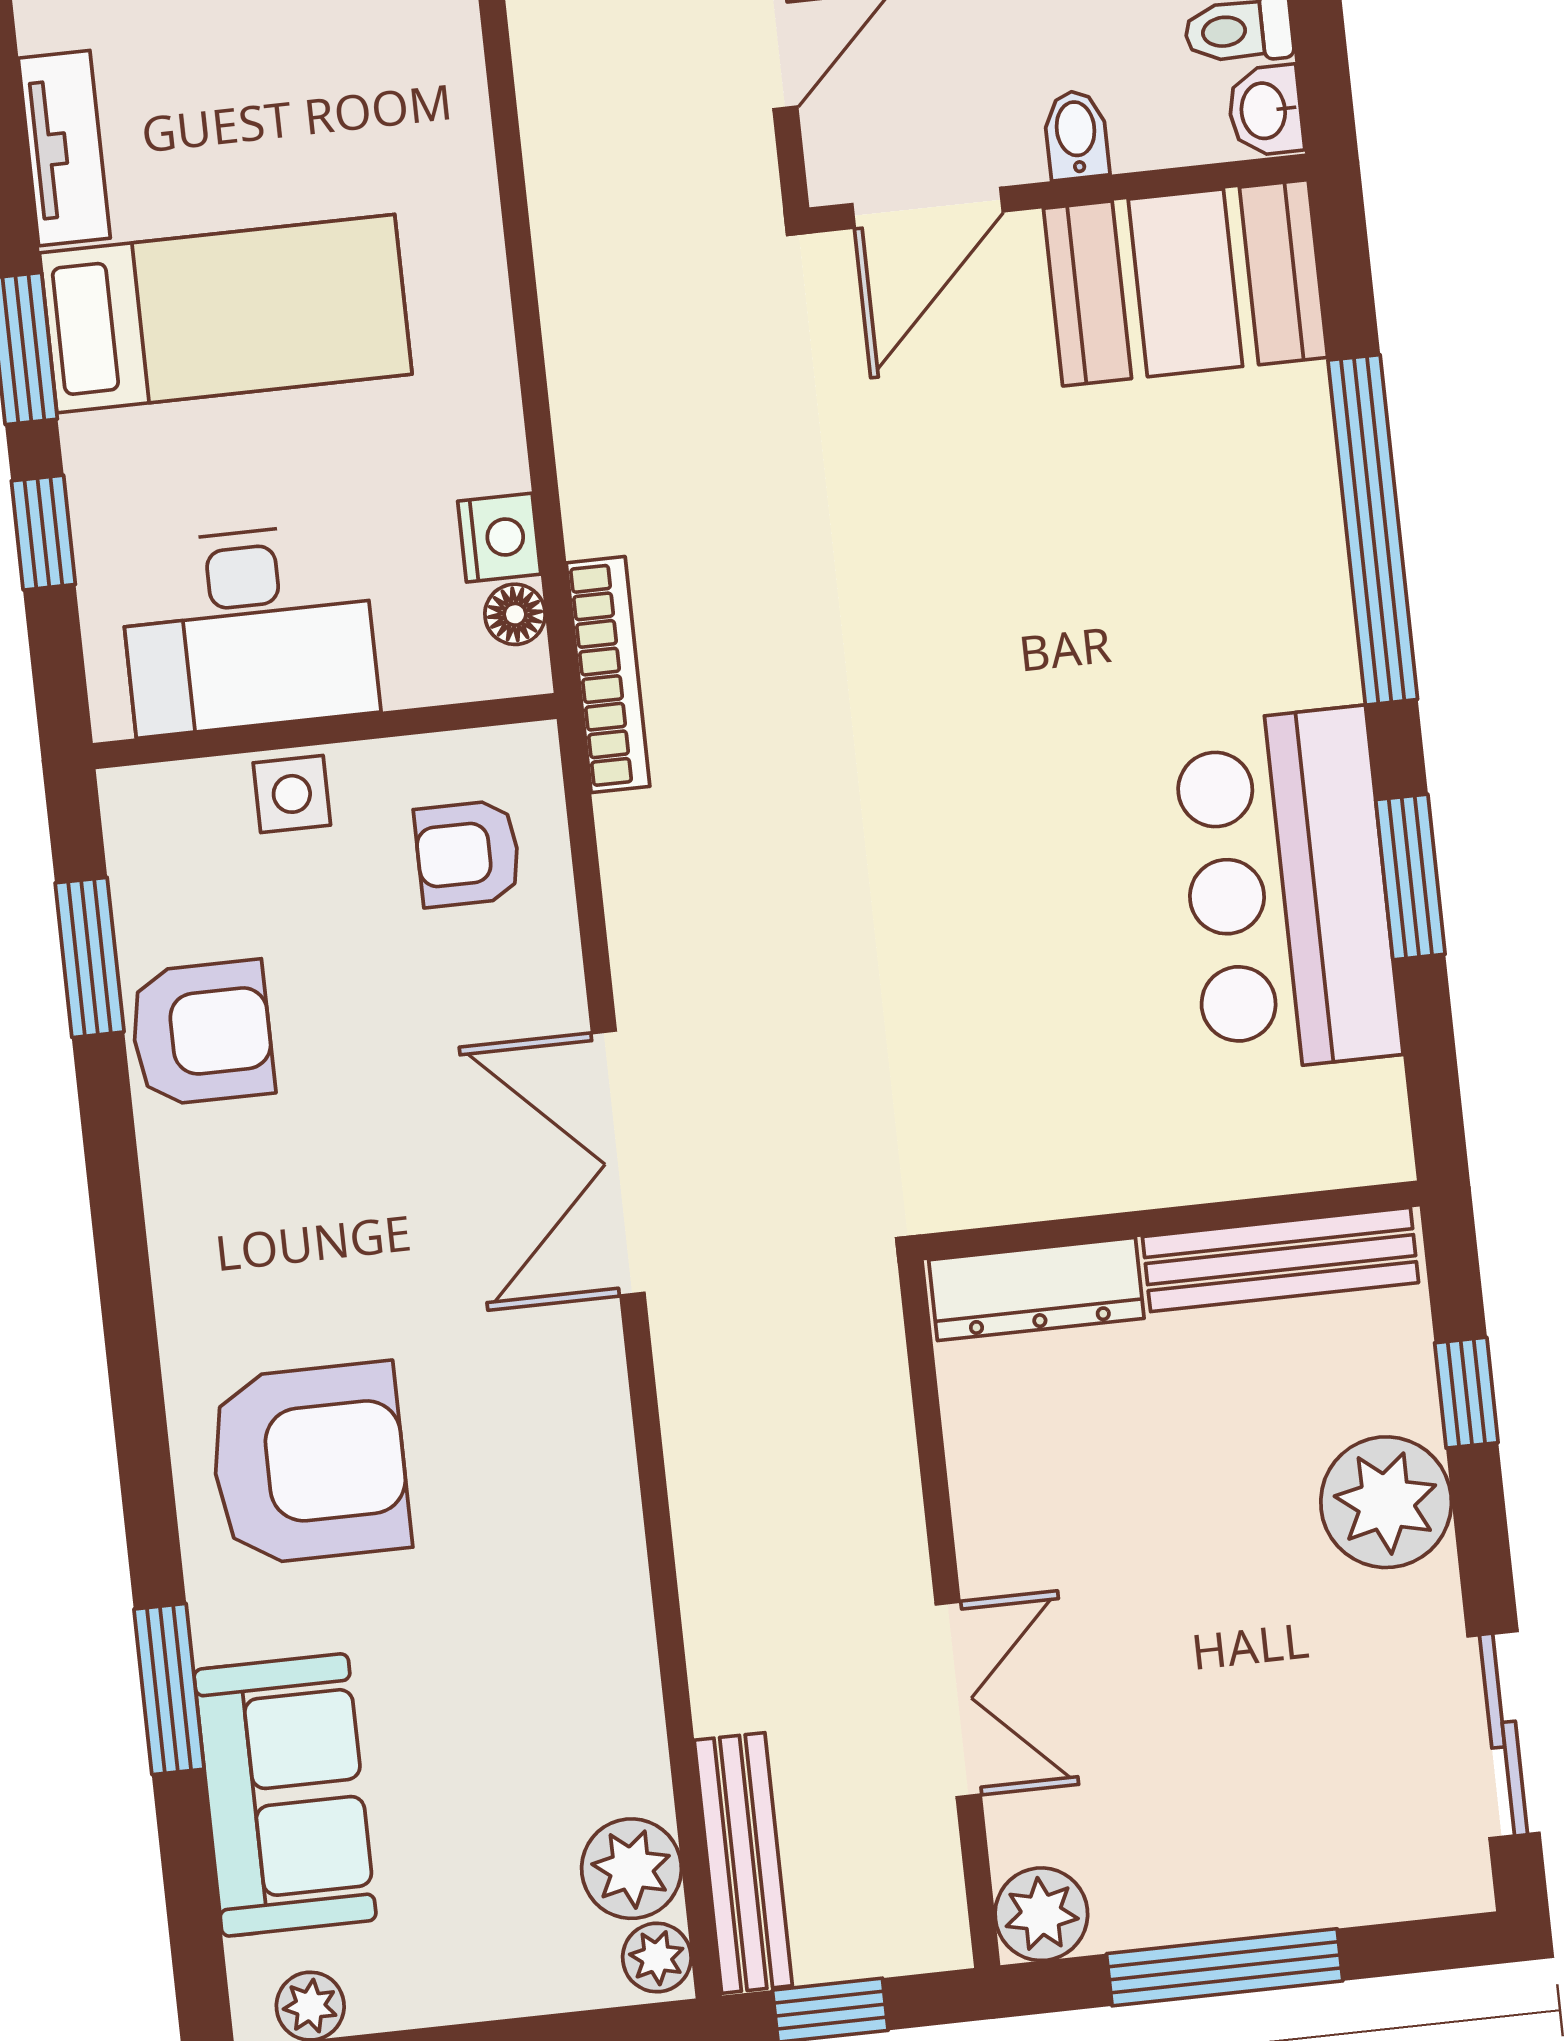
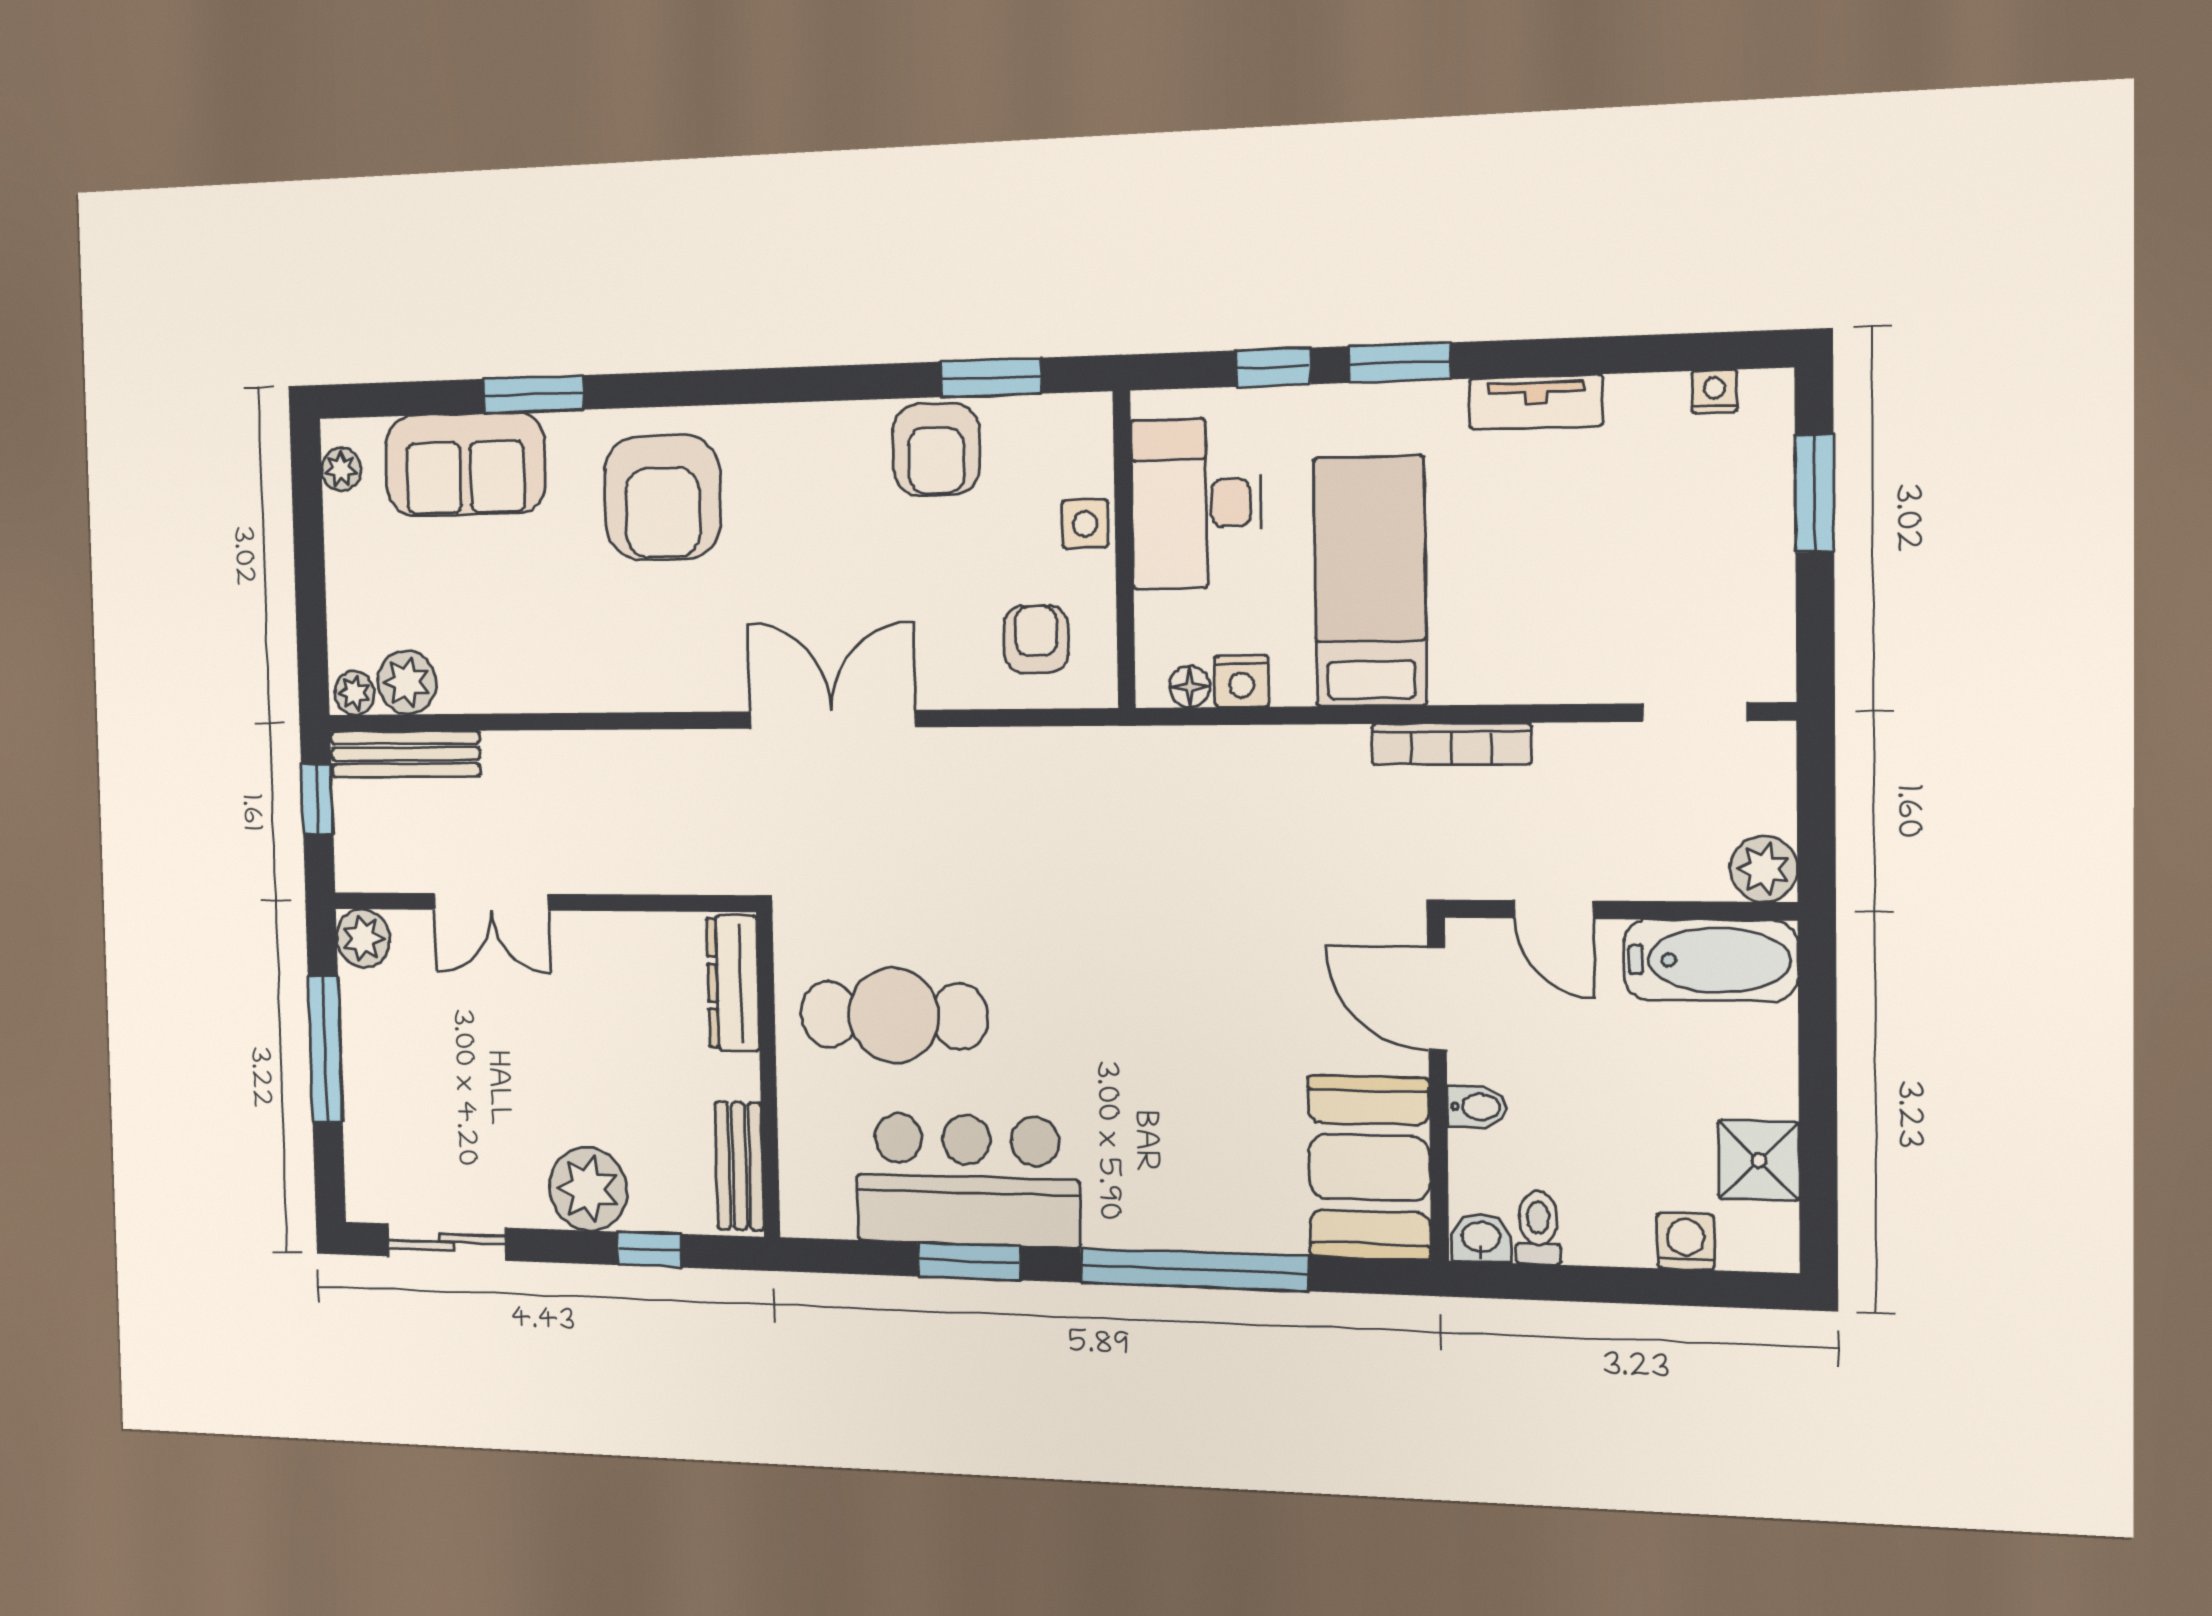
bed: (226, 314) -> (1370, 582), moved, turned 180
bookcase: (608, 675) -> (1451, 744), moved
cafe table: (1053, 1027) -> (894, 1015), added
bench: (1280, 1260) -> (739, 1166), width x0.73

